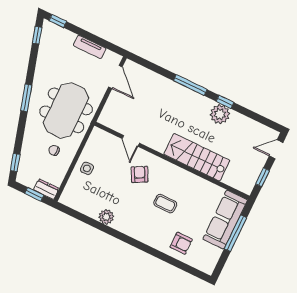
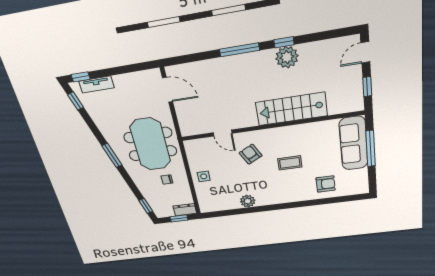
tv unit: (90, 47) -> (96, 84), moved

